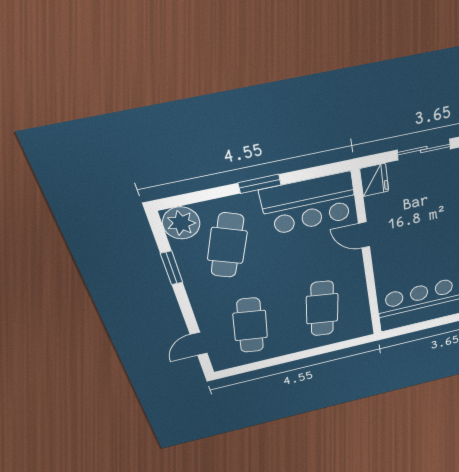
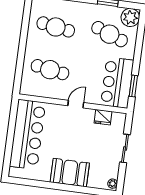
fridge: (374, 180) -> (103, 117), moved
window: (260, 184) -> (133, 86), moved
door: (364, 235) -> (76, 104), moved

